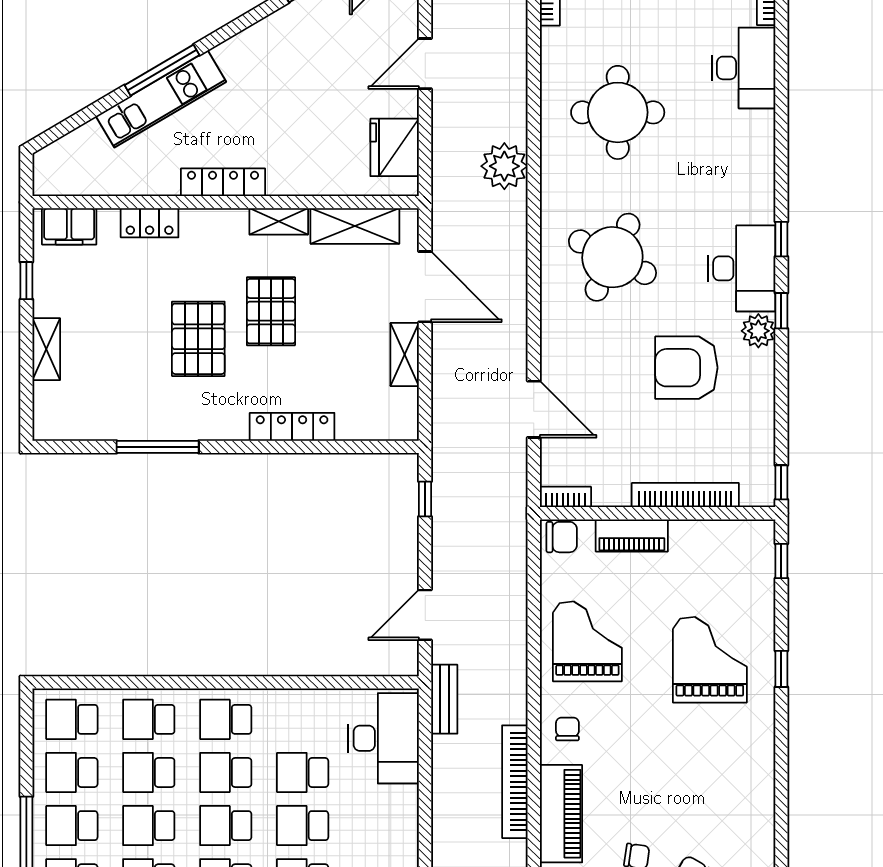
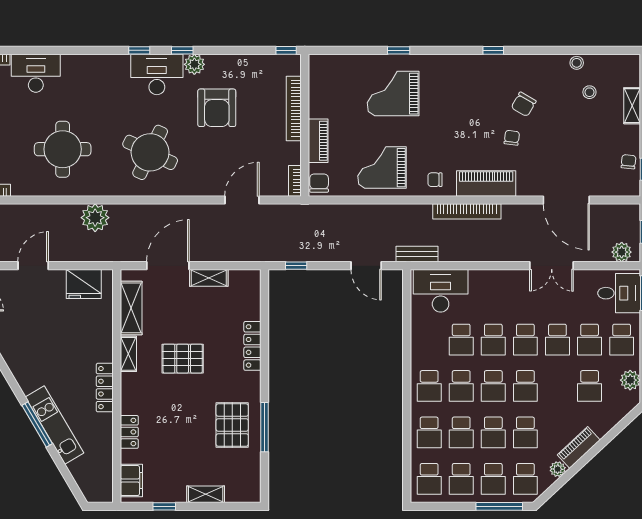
door: (425, 64) -> (33, 266), swing flipped
pallet: (198, 339) -> (232, 425), moved, turned 90
window: (781, 561) -> (493, 50), moved

